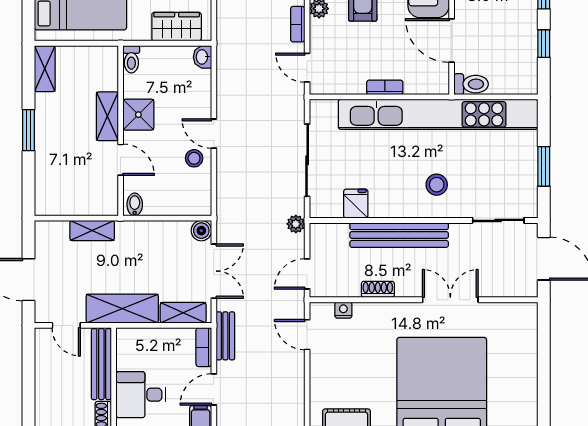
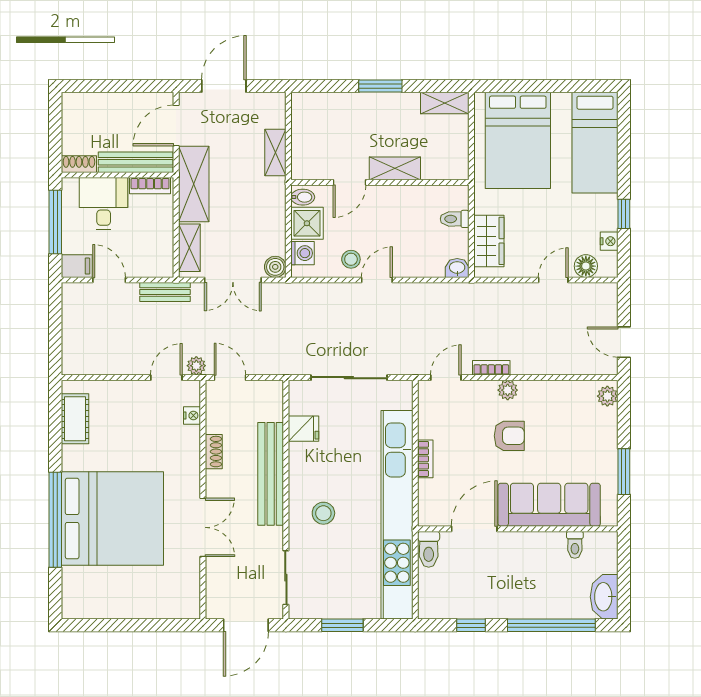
toilet: (131, 59) -> (455, 219), moved
shower: (138, 115) -> (307, 223), moved
washing machine: (188, 205) -> (302, 253), added
plant: (296, 224) -> (196, 366), moved
door: (66, 325) -> (176, 125), width x1.38
bookcase: (204, 347) -> (150, 186), moved, turned 180

